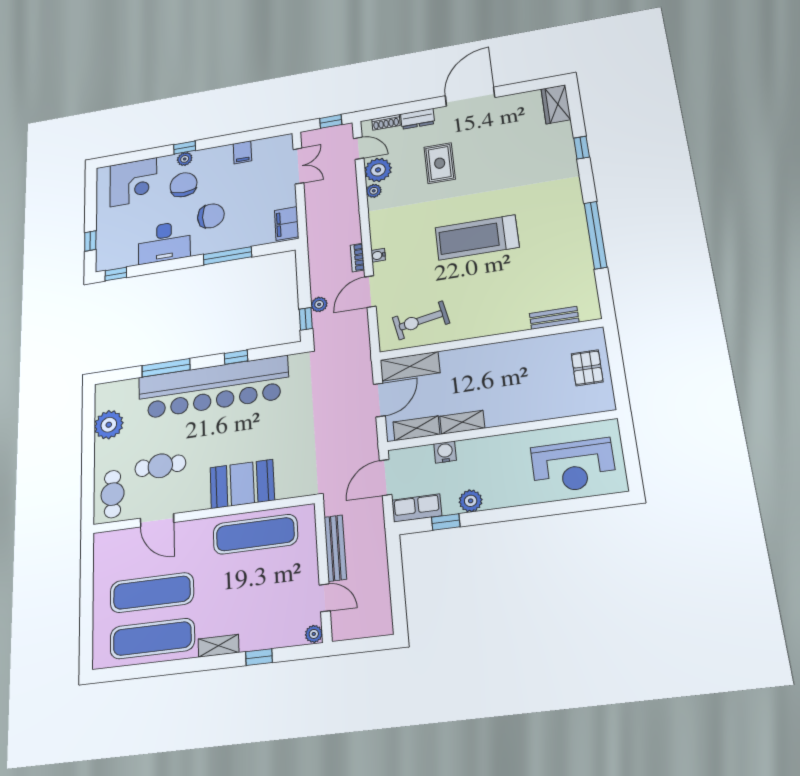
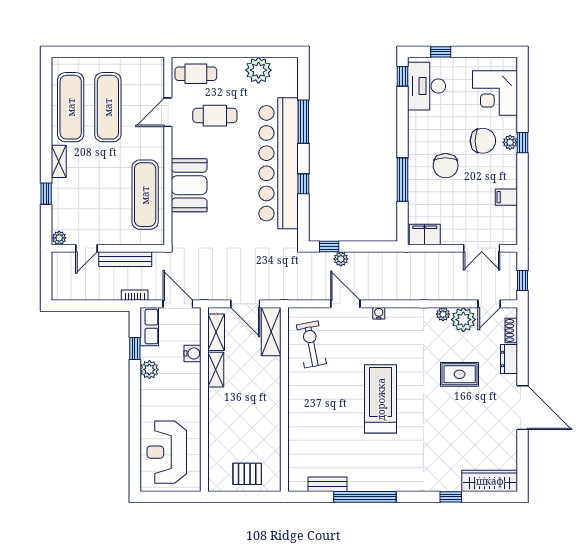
wardrobe: (556, 104) -> (490, 481), width x1.50
desk: (164, 242) -> (427, 86), moved
bookcase: (357, 257) -> (135, 295), moved
bench: (554, 318) -> (327, 484), moved, turned 90
cafe table: (160, 466) -> (215, 116), turned 90

